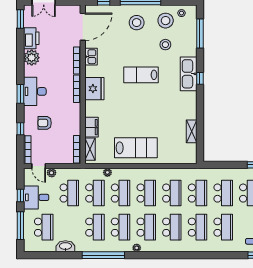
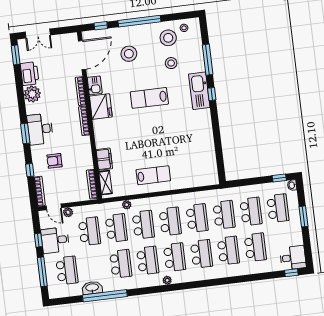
stool: (137, 23) -> (129, 54), moved
window: (200, 33) -> (208, 60), moved
fridge: (94, 89) -> (101, 106), moved
shelving: (192, 131) -> (210, 151), removed
lab bench: (136, 148) -> (153, 175), width x0.73, depth x0.72
window: (103, 255) -> (105, 296), moved

